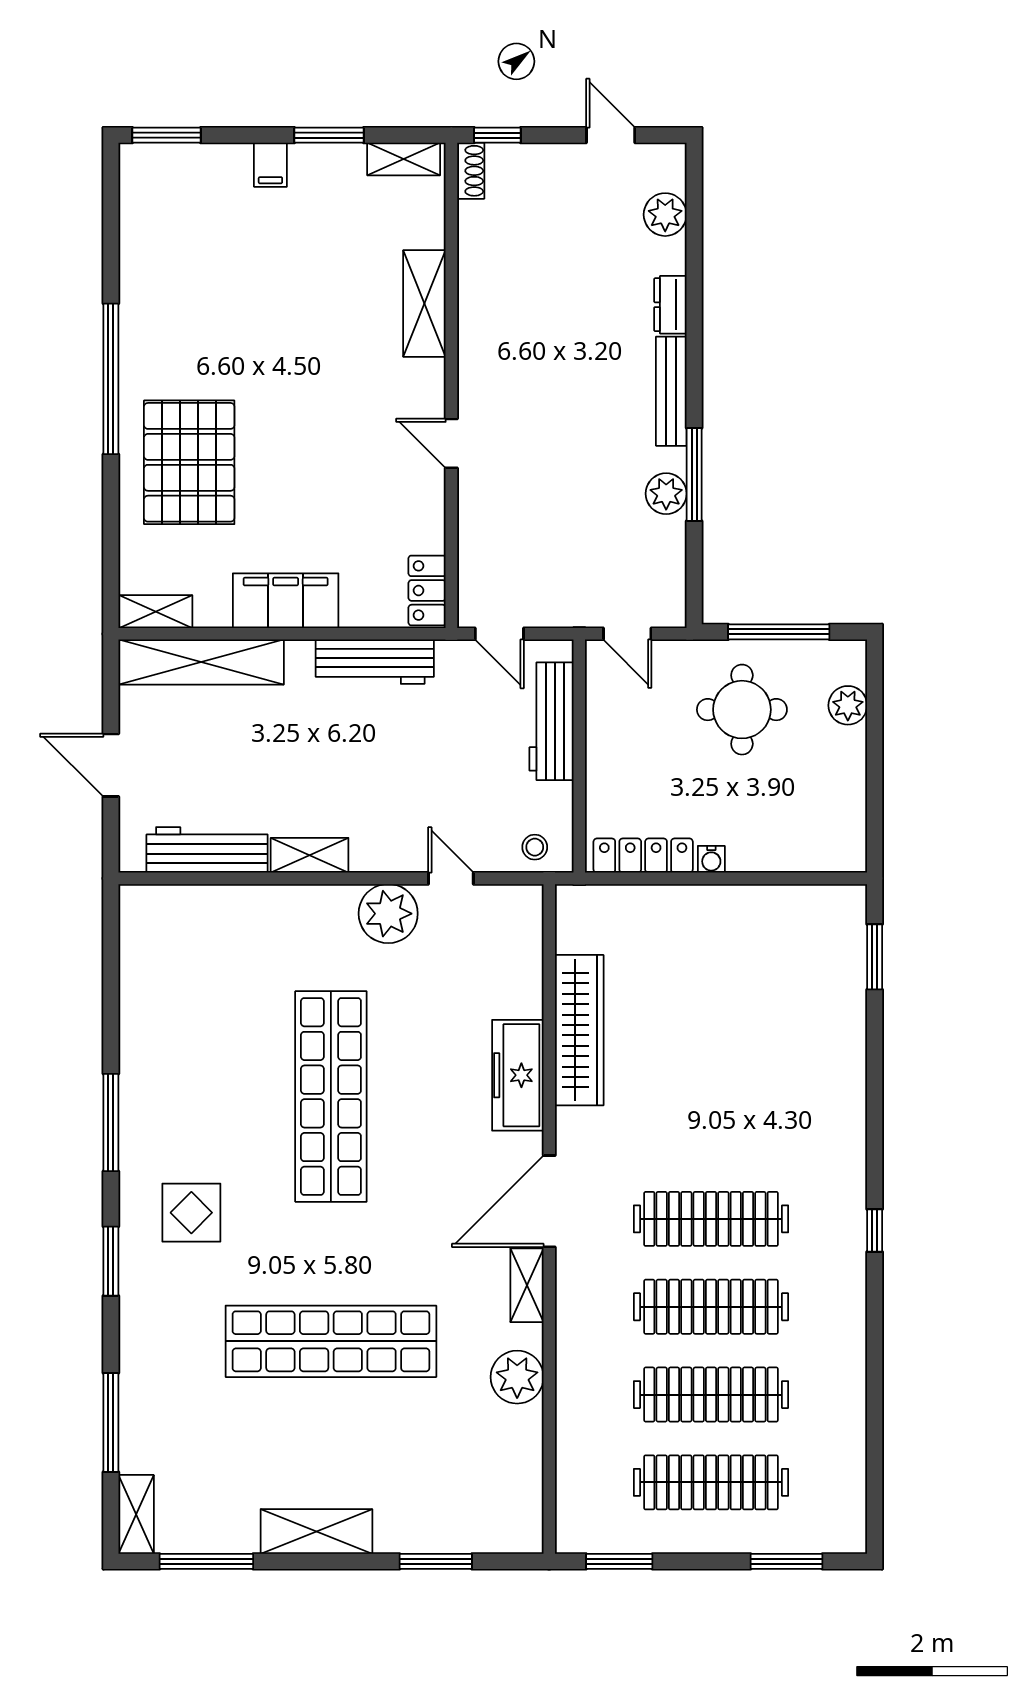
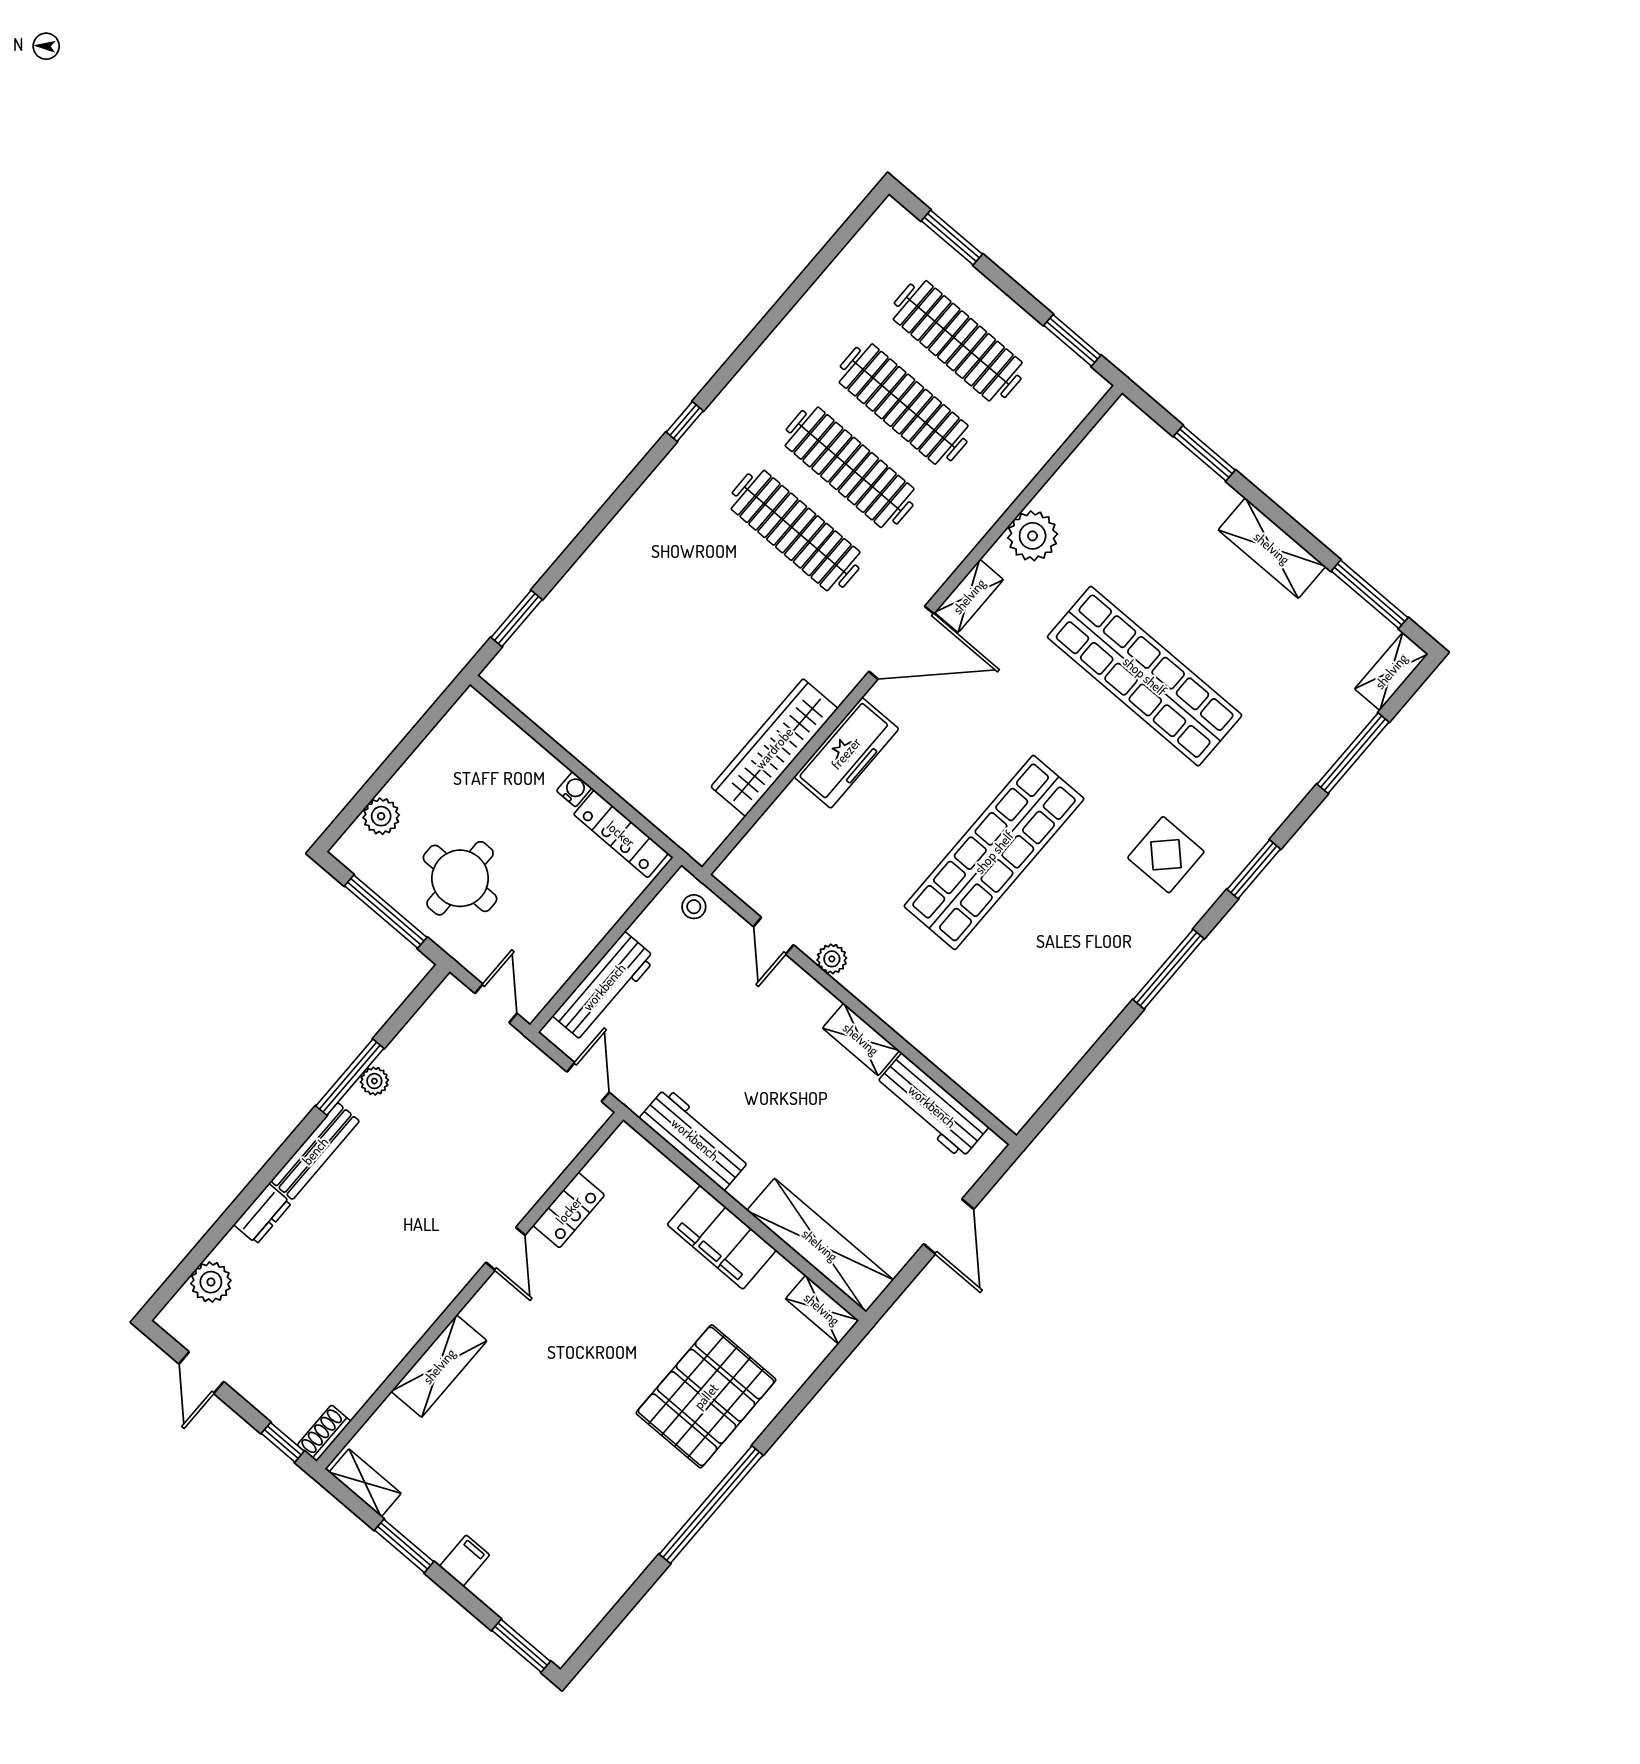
plant: (666, 494) -> (374, 1081), width x0.73, depth x0.73
locker: (427, 590) -> (569, 1210), moved
plant: (388, 914) -> (832, 959), width x0.53, depth x0.53

